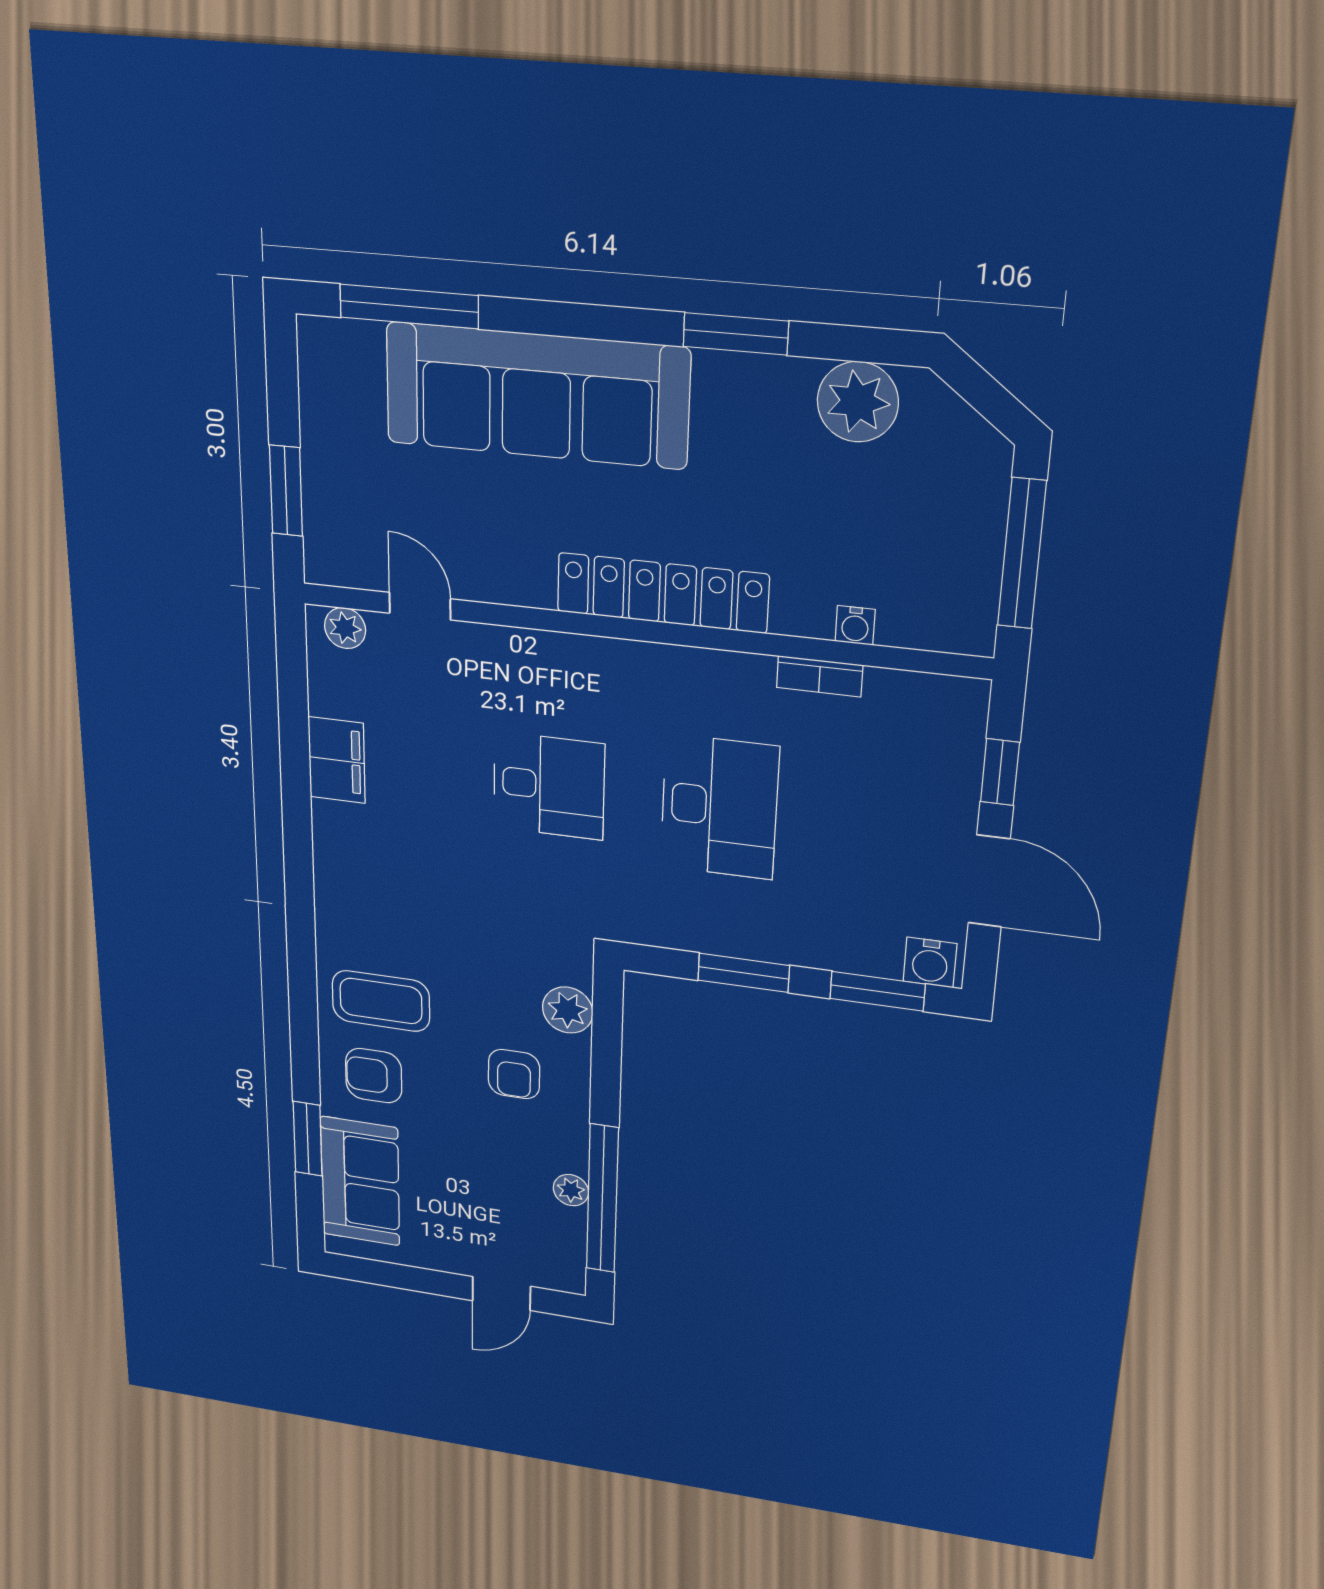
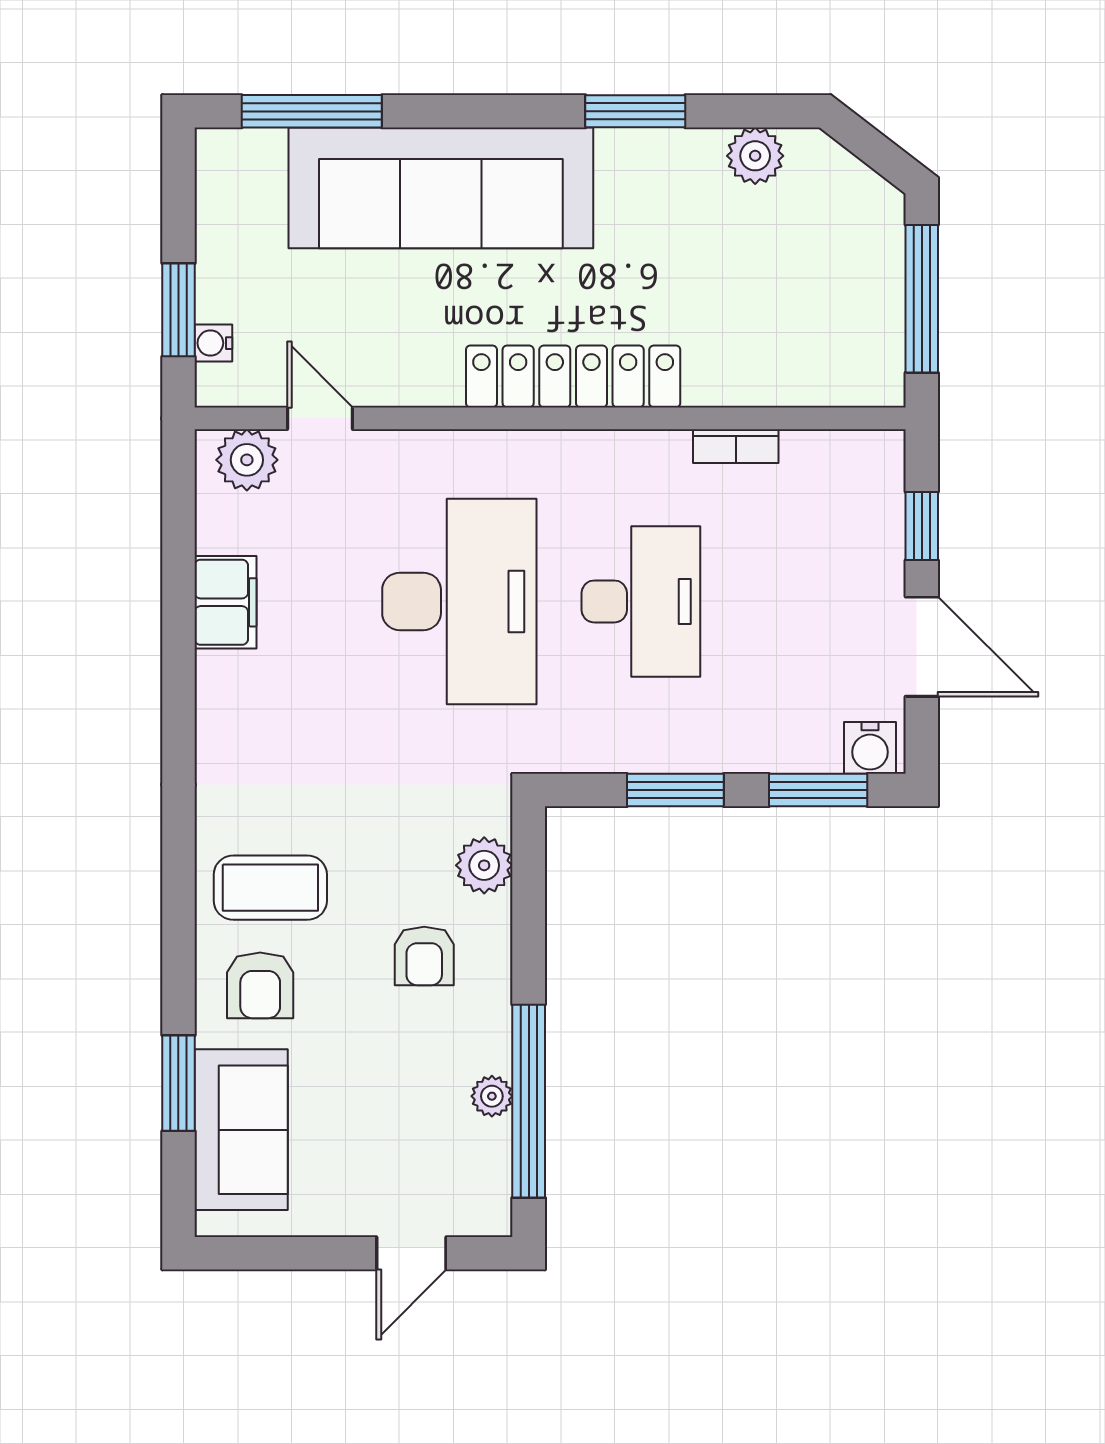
plant: (858, 402) -> (755, 156), width x0.73, depth x0.73
water cooler: (855, 625) -> (213, 343), moved, turned 90
plant: (345, 628) -> (247, 460), width x1.38, depth x1.38
desk: (549, 786) -> (459, 601), width x1.87, depth x1.30
armchair: (374, 1076) -> (260, 985), turned -90

